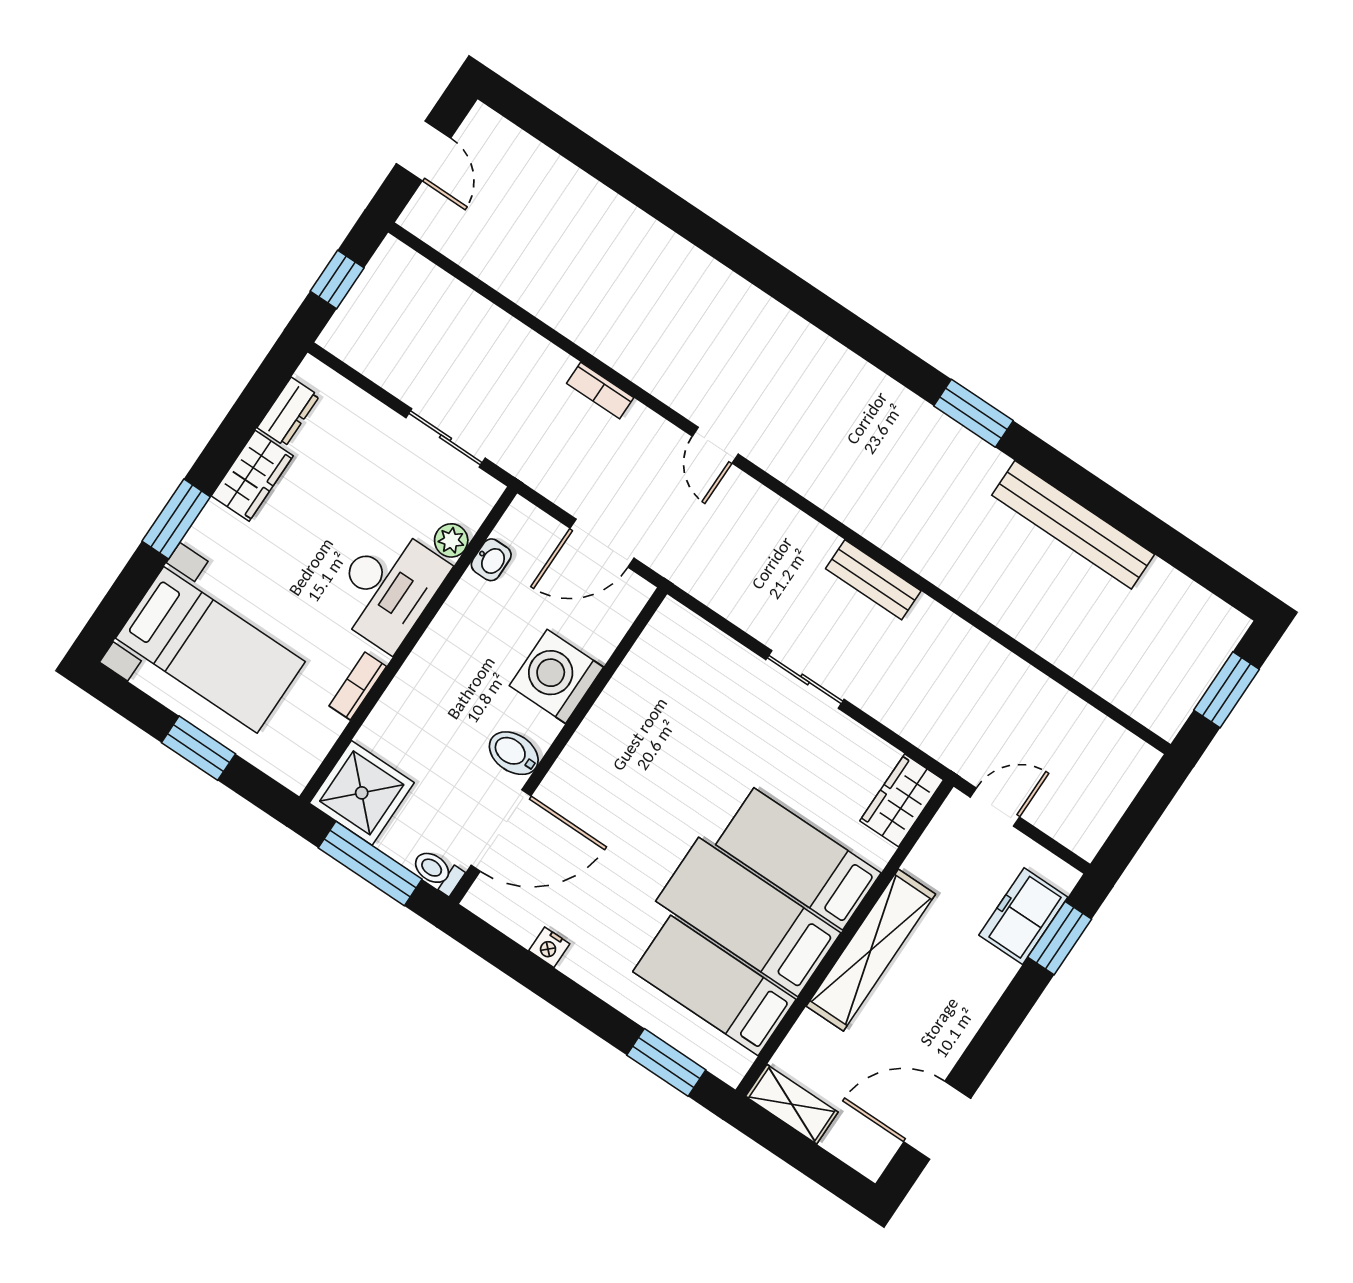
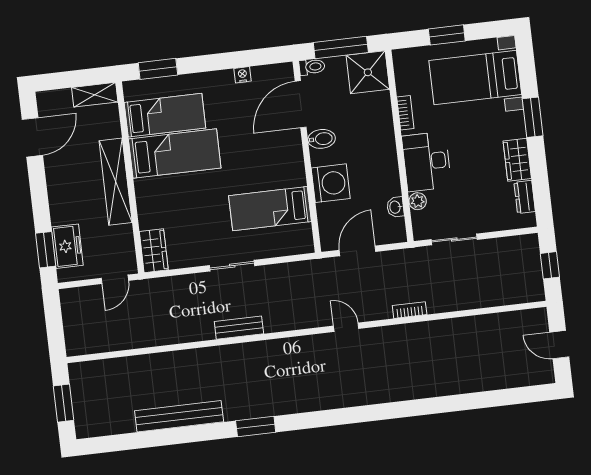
bed: (798, 859) -> (270, 209), moved, turned 180

